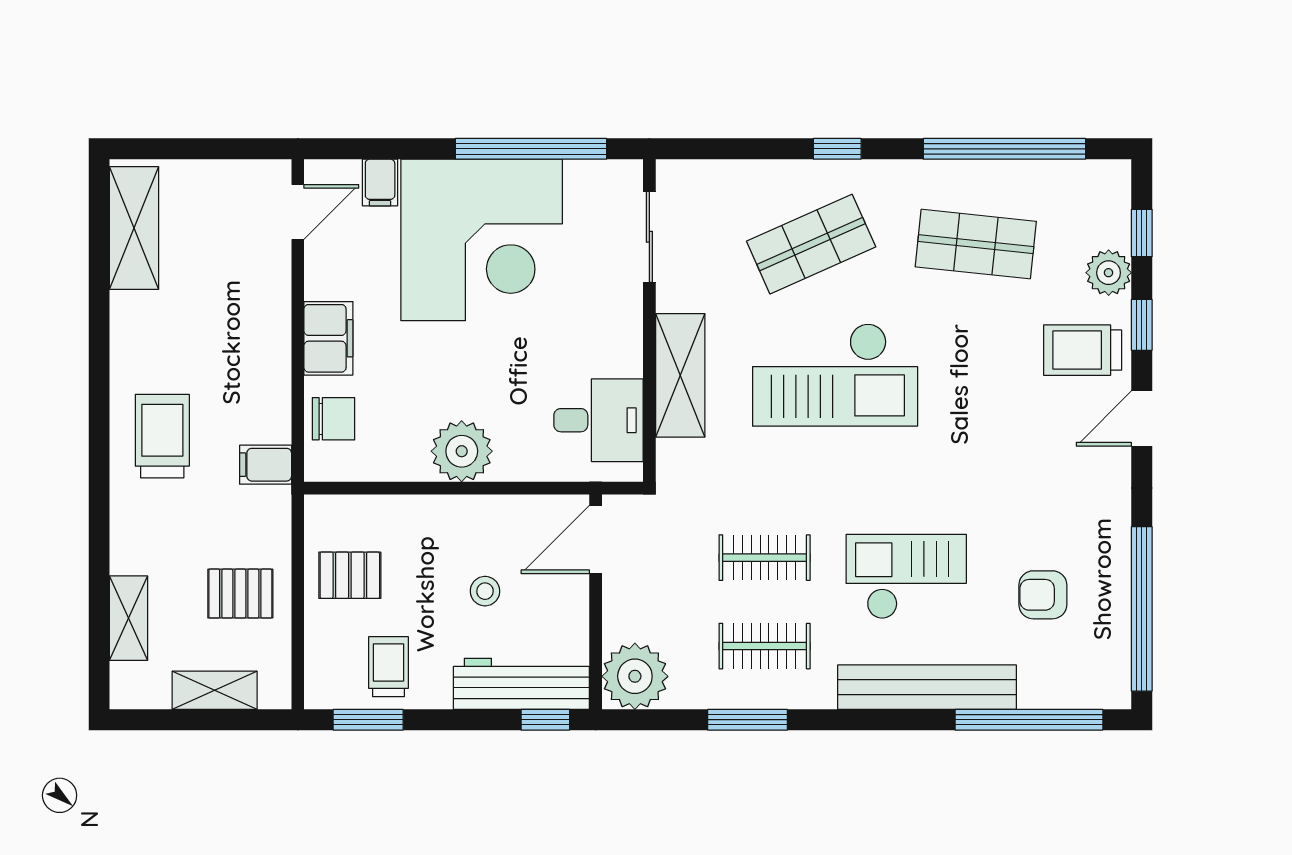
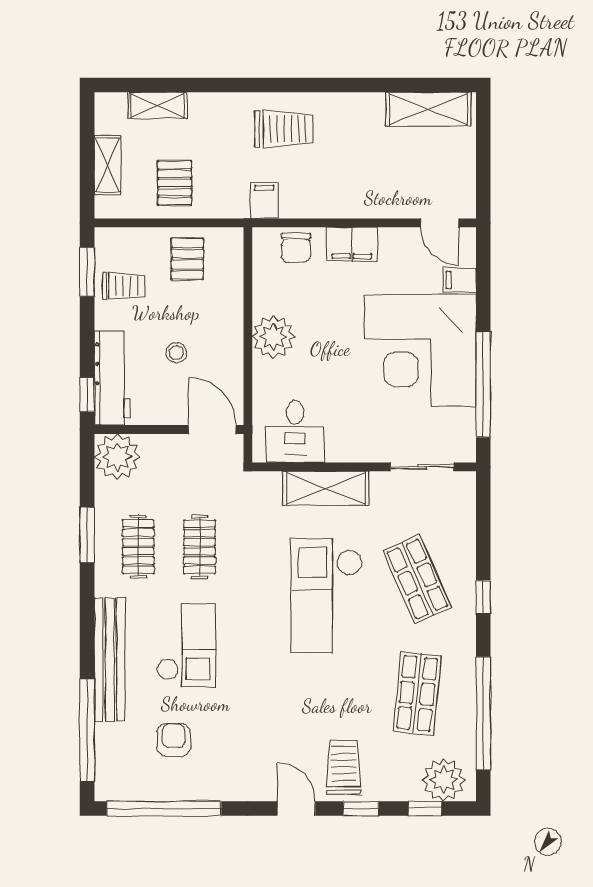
plant: (1109, 273) -> (444, 780), moved, width x1.36, depth x1.36

